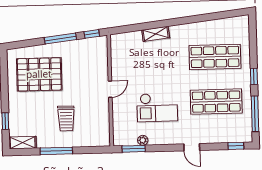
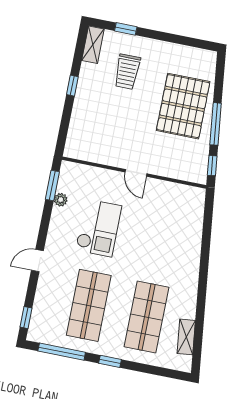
shelving: (156, 34) -> (186, 337), moved
pallet: (39, 74) -> (183, 106), moved
checkout: (157, 107) -> (99, 228), turned 180
trolley: (66, 118) -> (127, 72), moved, turned -90
window: (56, 151) -> (72, 86), width x0.46

